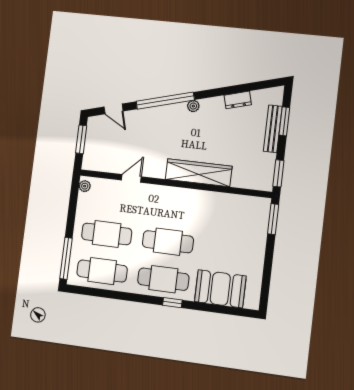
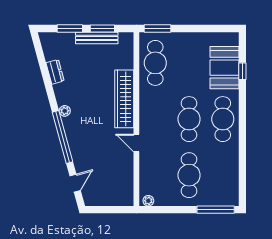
bench: (273, 129) -> (97, 38), moved
window: (81, 139) -> (106, 210), removed
window: (278, 173) -> (102, 28), moved
door: (131, 178) -> (136, 143), moved
cafe table: (102, 271) -> (155, 63), moved
window: (172, 303) -> (242, 71), moved

